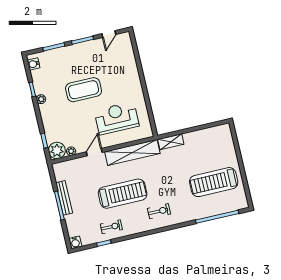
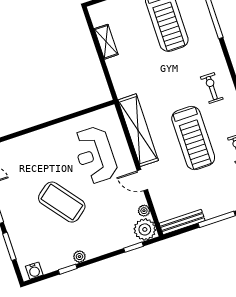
coffee table: (84, 90) -> (62, 202), turned -38
shelving: (171, 142) -> (106, 42), moved
treadmill: (123, 194) -> (193, 138), turned 180
bench: (64, 198) -> (182, 222), moved

